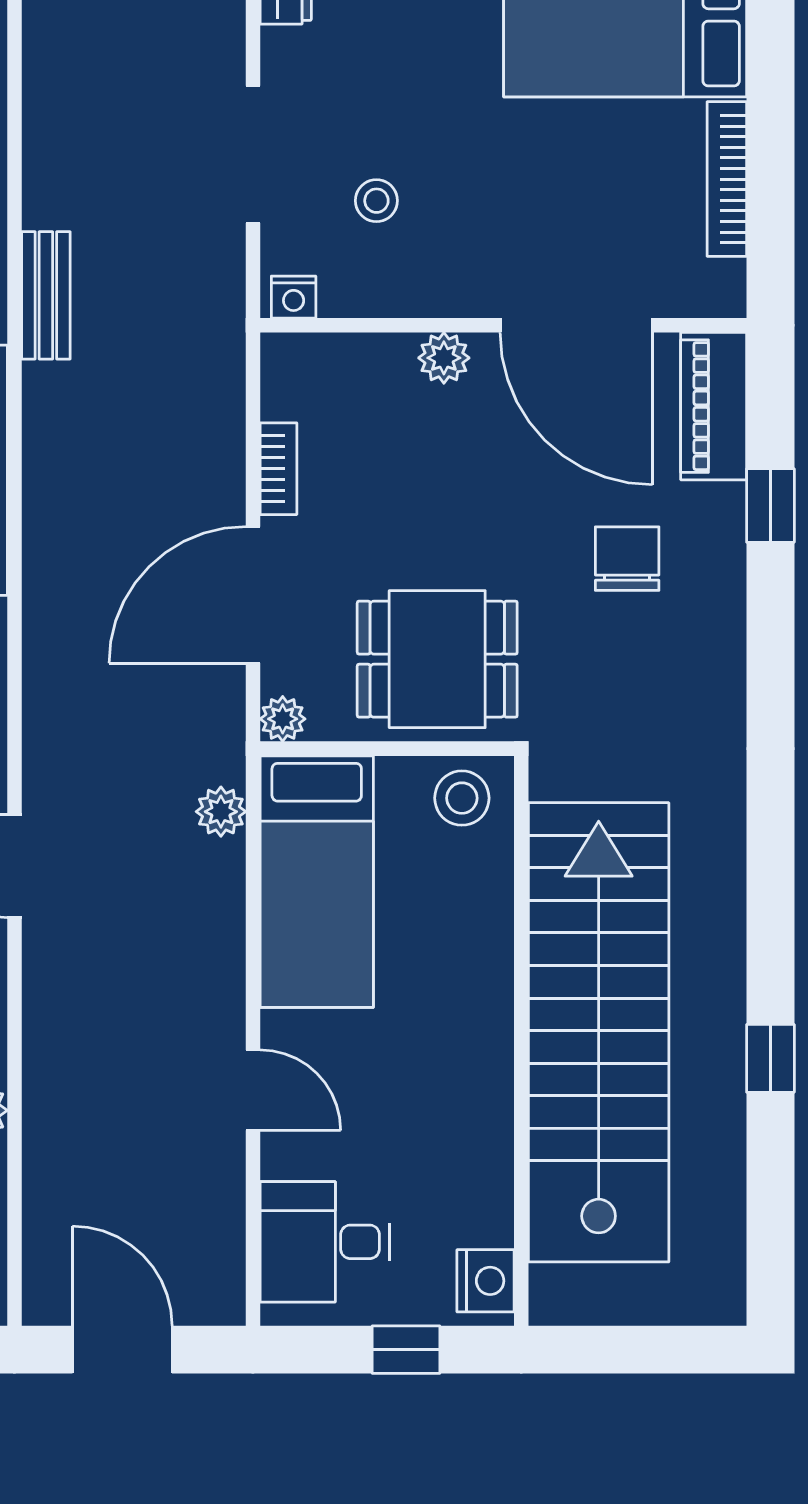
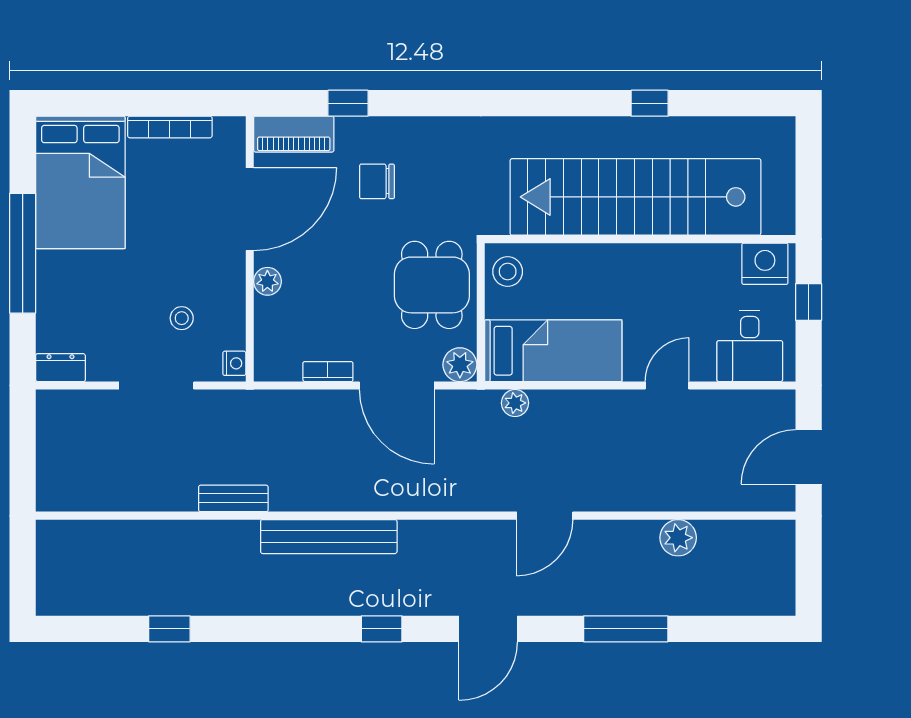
plant: (283, 719) -> (460, 365), width x1.38, depth x1.38
nightstand: (485, 1281) -> (765, 264), width x1.36, depth x1.33

